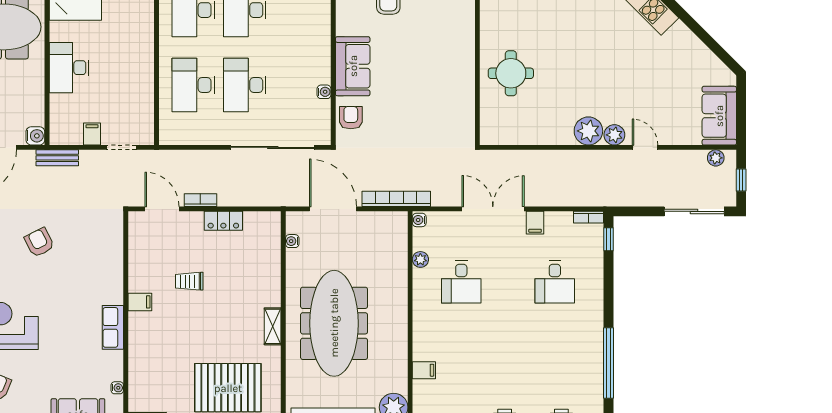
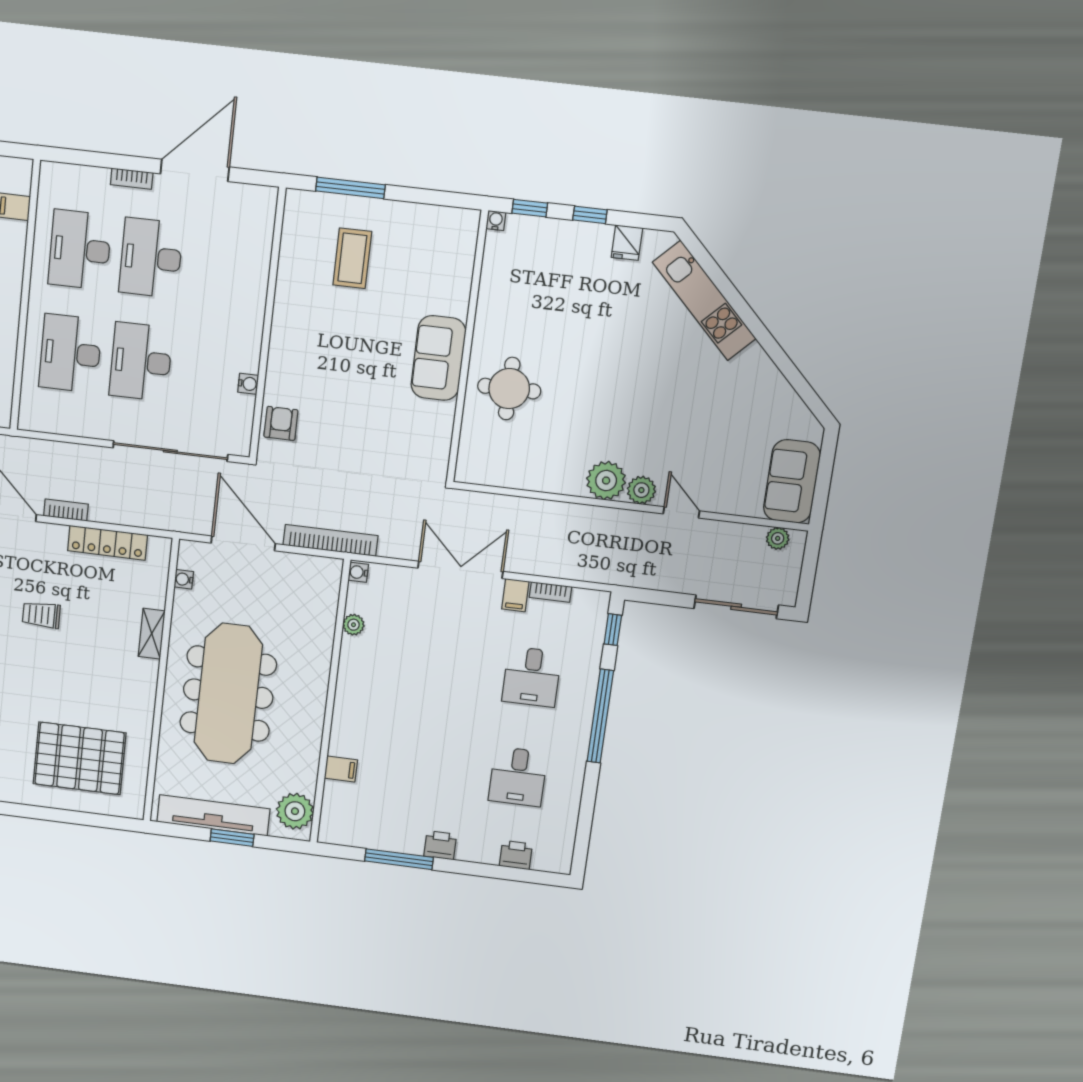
sofa: (353, 66) -> (438, 358), moved, turned 180
window: (741, 180) -> (808, 573), removed
bookcase: (589, 217) -> (551, 592), moved
locker: (223, 221) -> (108, 543), width x1.53
desk: (461, 282) -> (518, 777), moved
shelving: (273, 326) -> (152, 634), moved
window: (609, 363) -> (600, 716), moved

